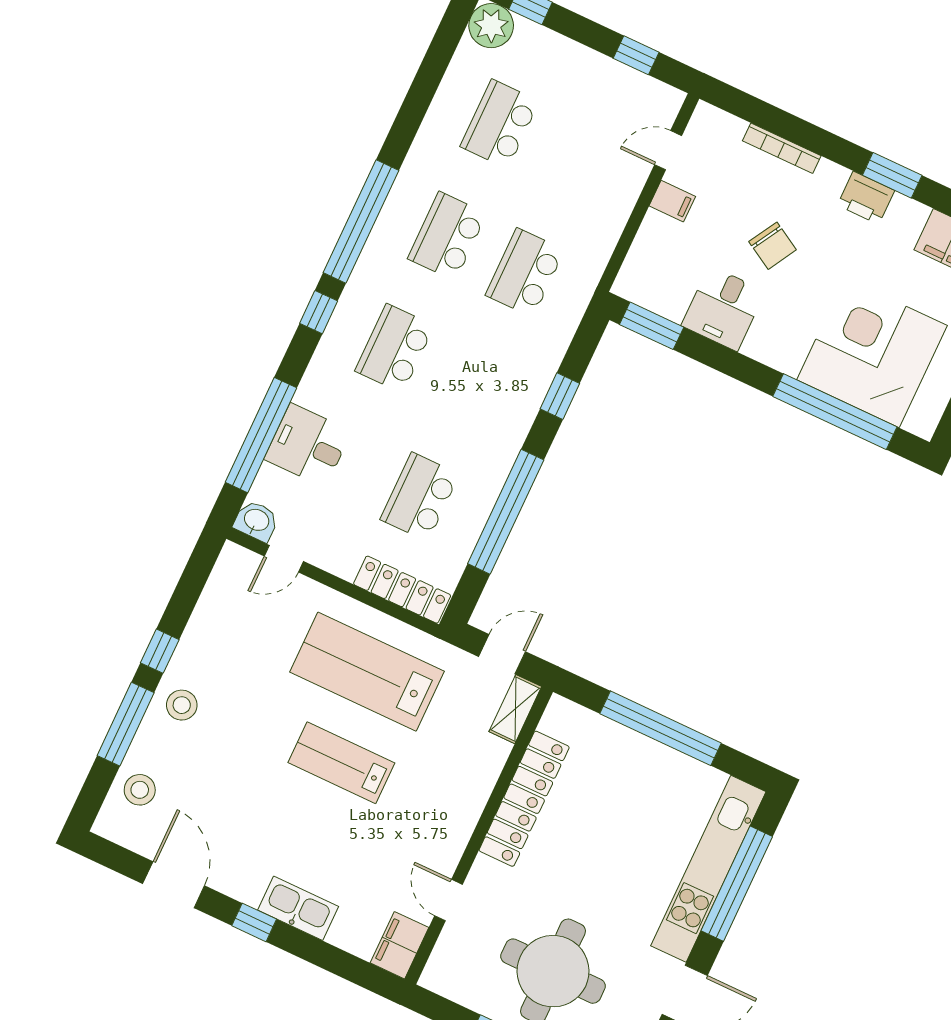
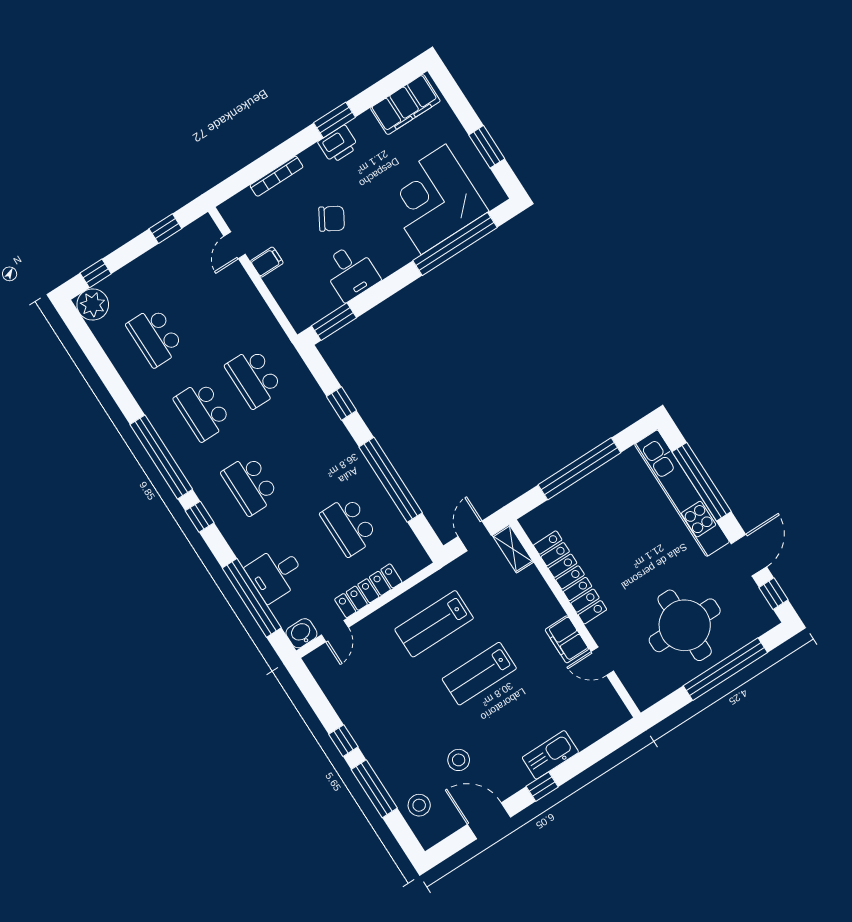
locker: (402, 590) -> (368, 591), moved
lab bench: (367, 672) -> (434, 624), width x0.73, depth x0.72
stool: (182, 705) -> (459, 760), moved
filing cabinet: (399, 945) -> (567, 639), moved

